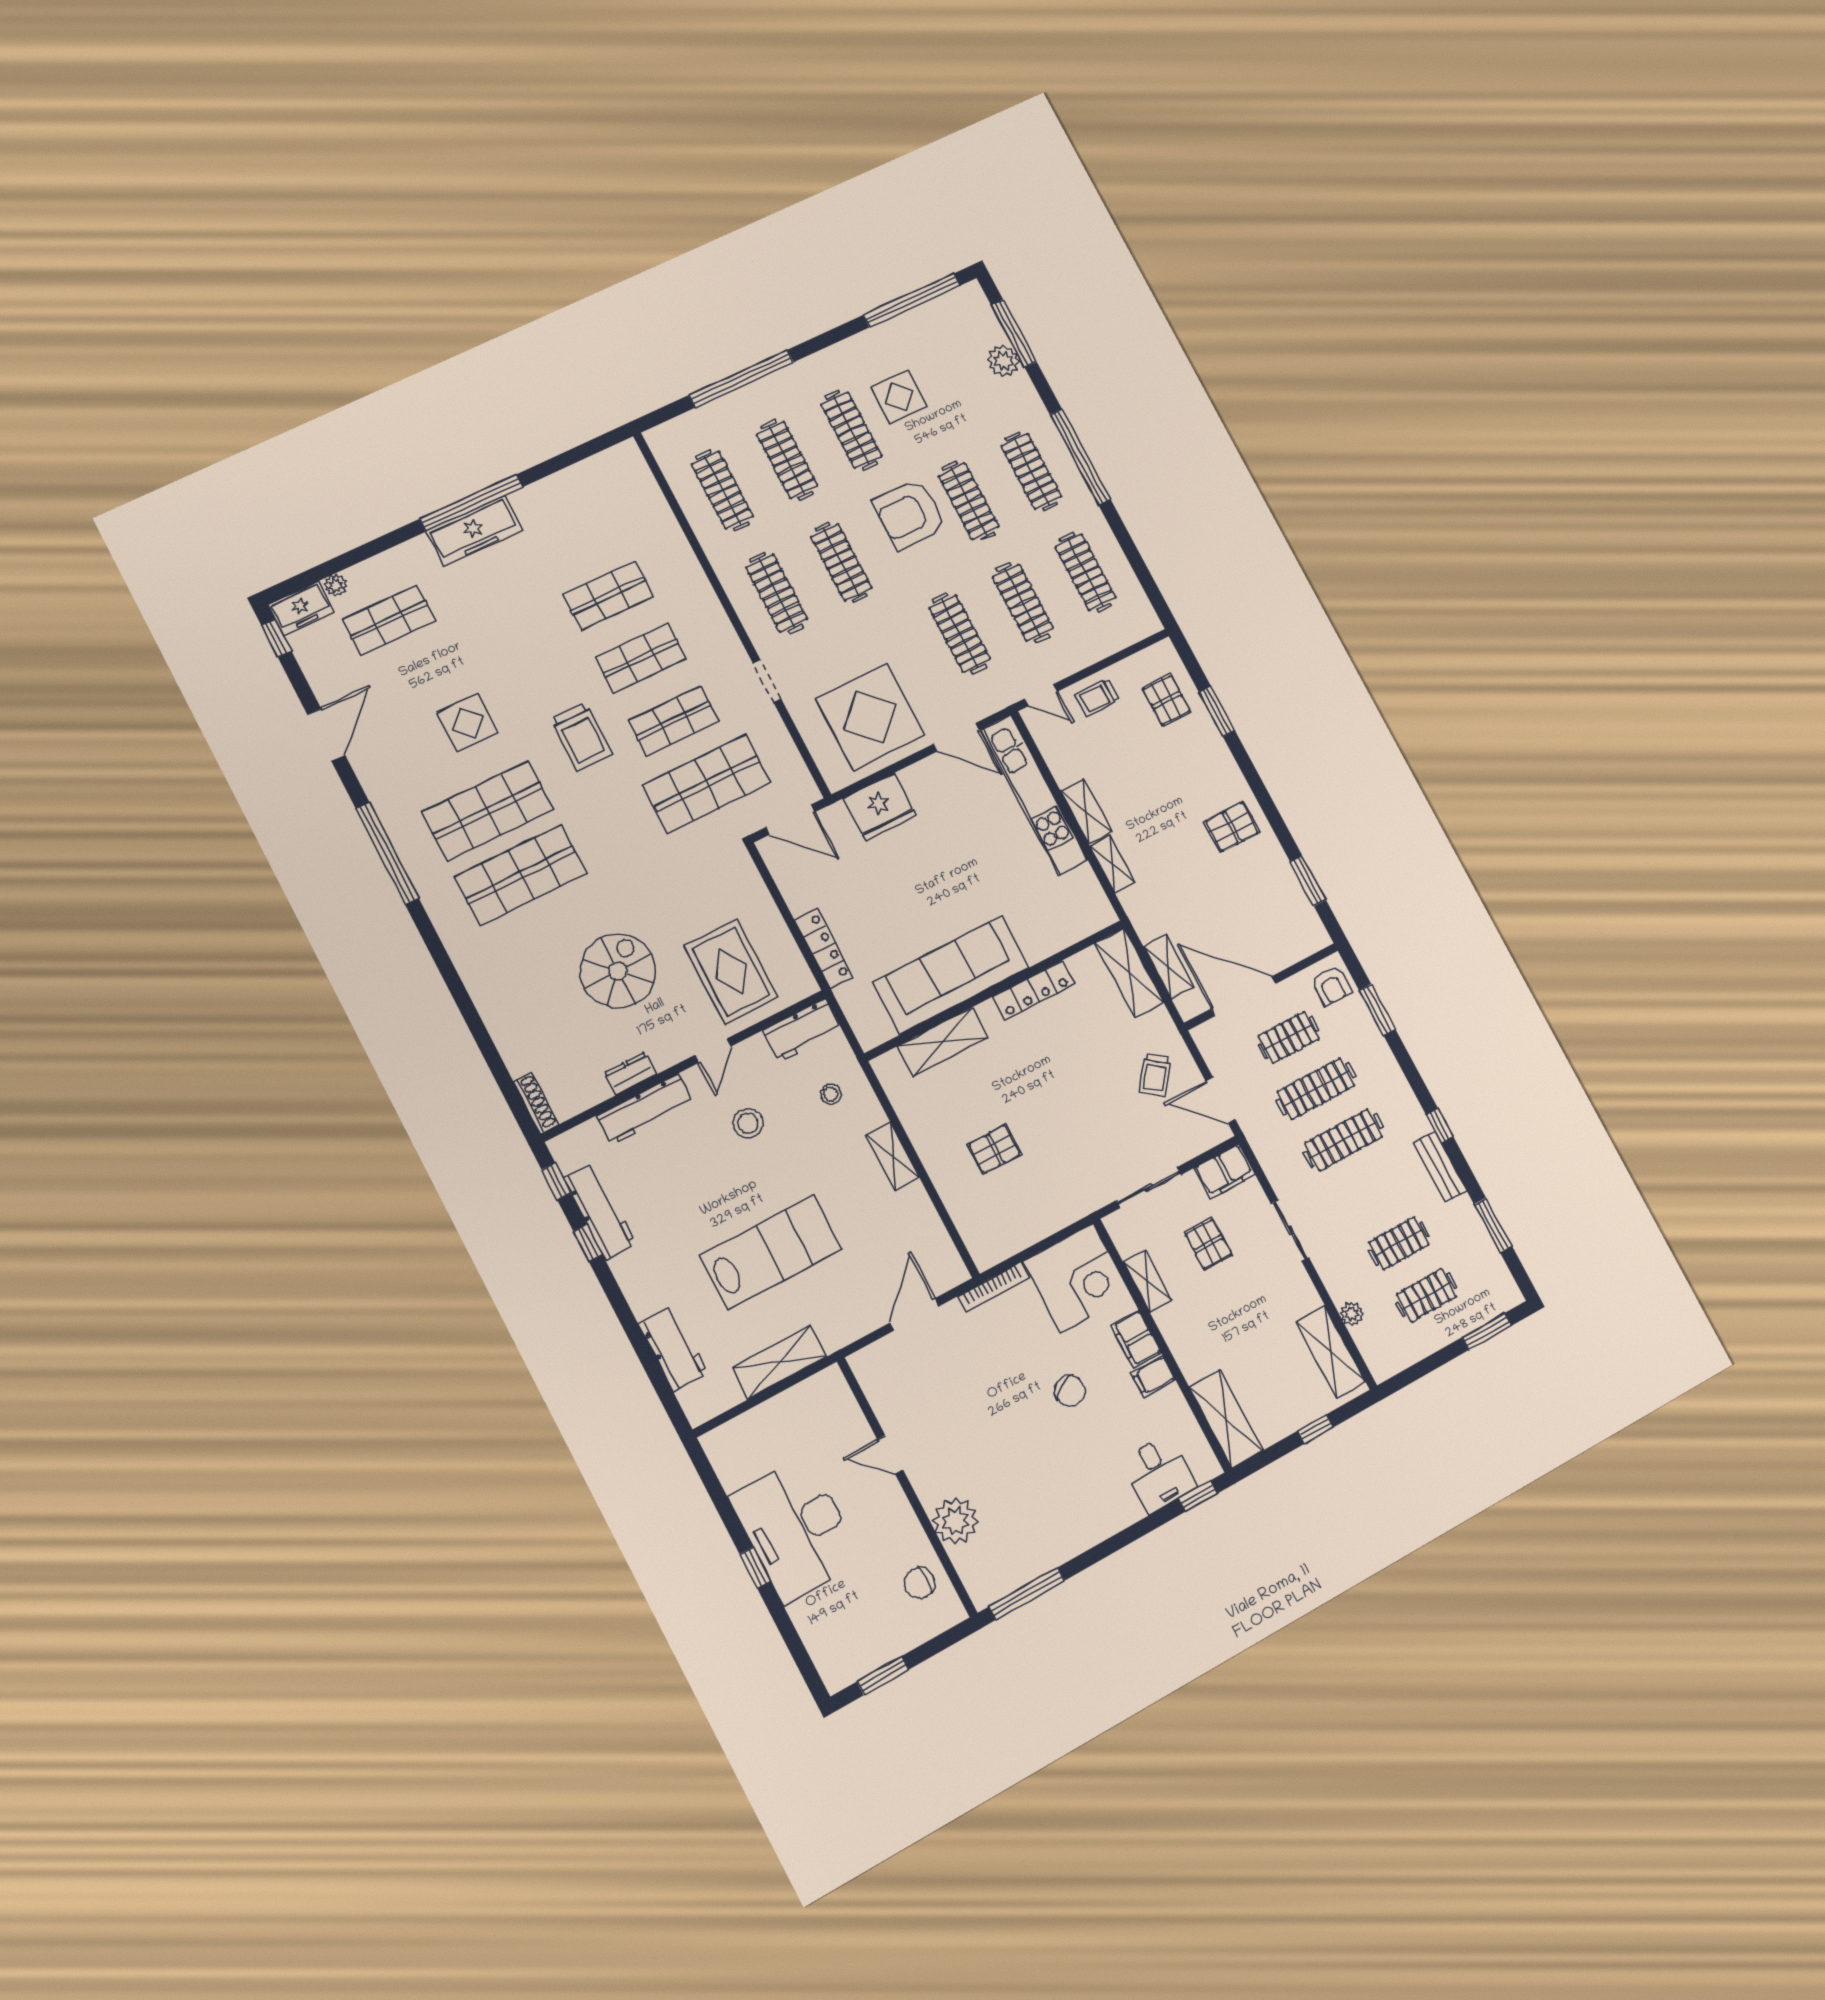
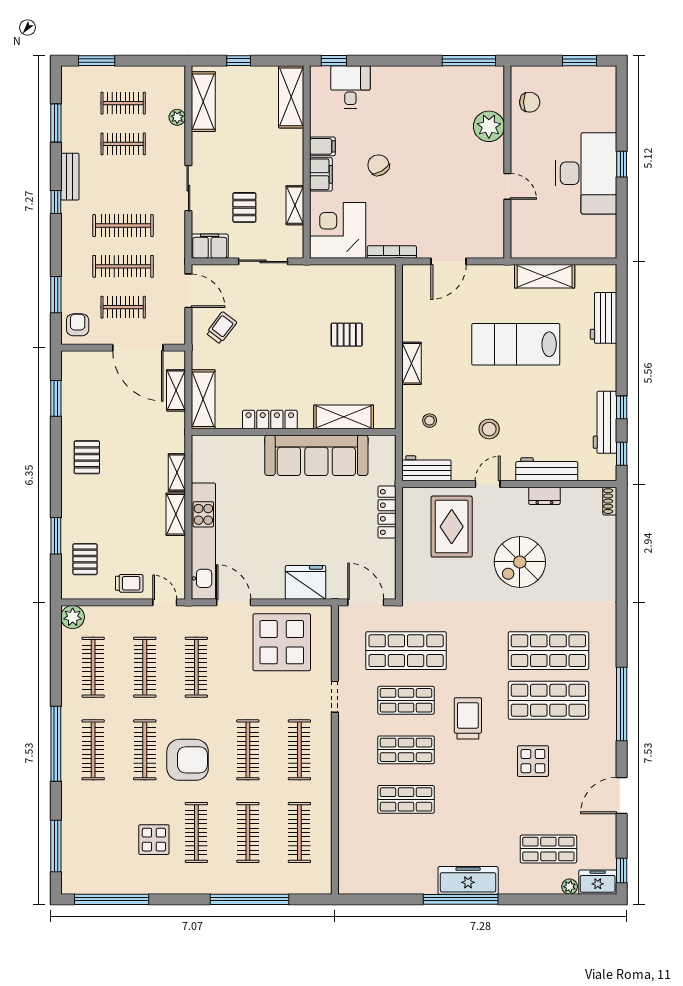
plant: (1003, 361) -> (73, 617), moved
pallet: (1232, 827) -> (87, 457), turned 90
shoe rack: (536, 1103) -> (610, 501), width x0.70

